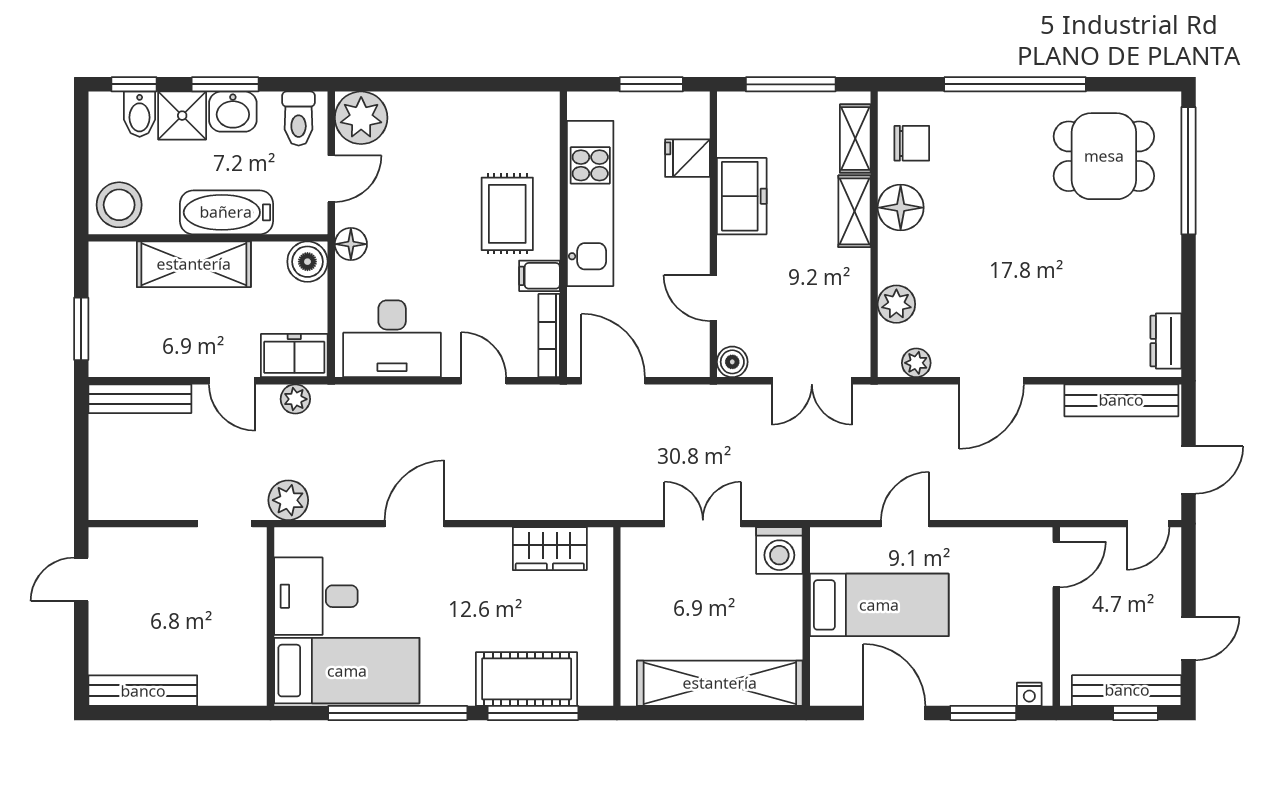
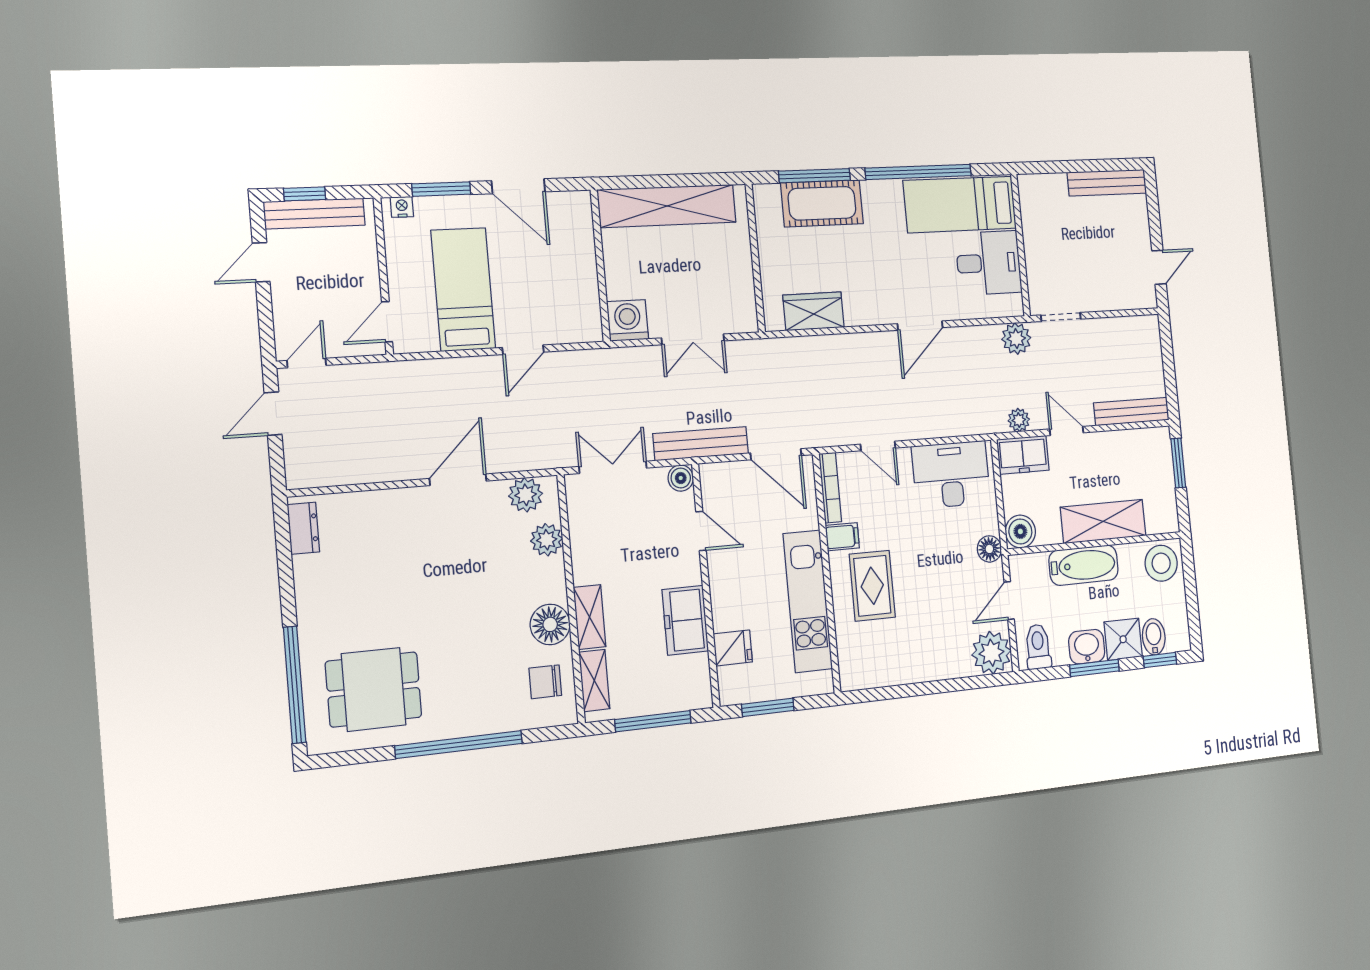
plant: (916, 363) -> (526, 495), width x1.38, depth x1.38
bench: (1121, 400) -> (701, 444), moved
bed: (879, 605) -> (463, 289), moved, turned 90

